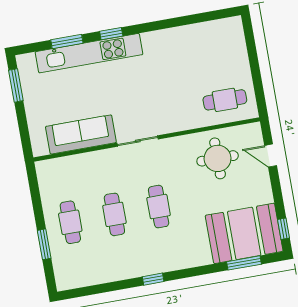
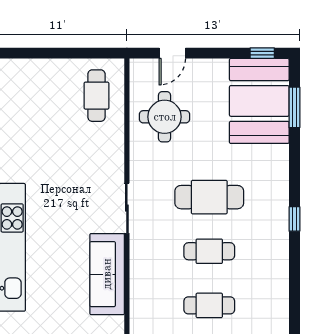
cafe table: (159, 207) -> (209, 197), width x1.37, depth x1.35

